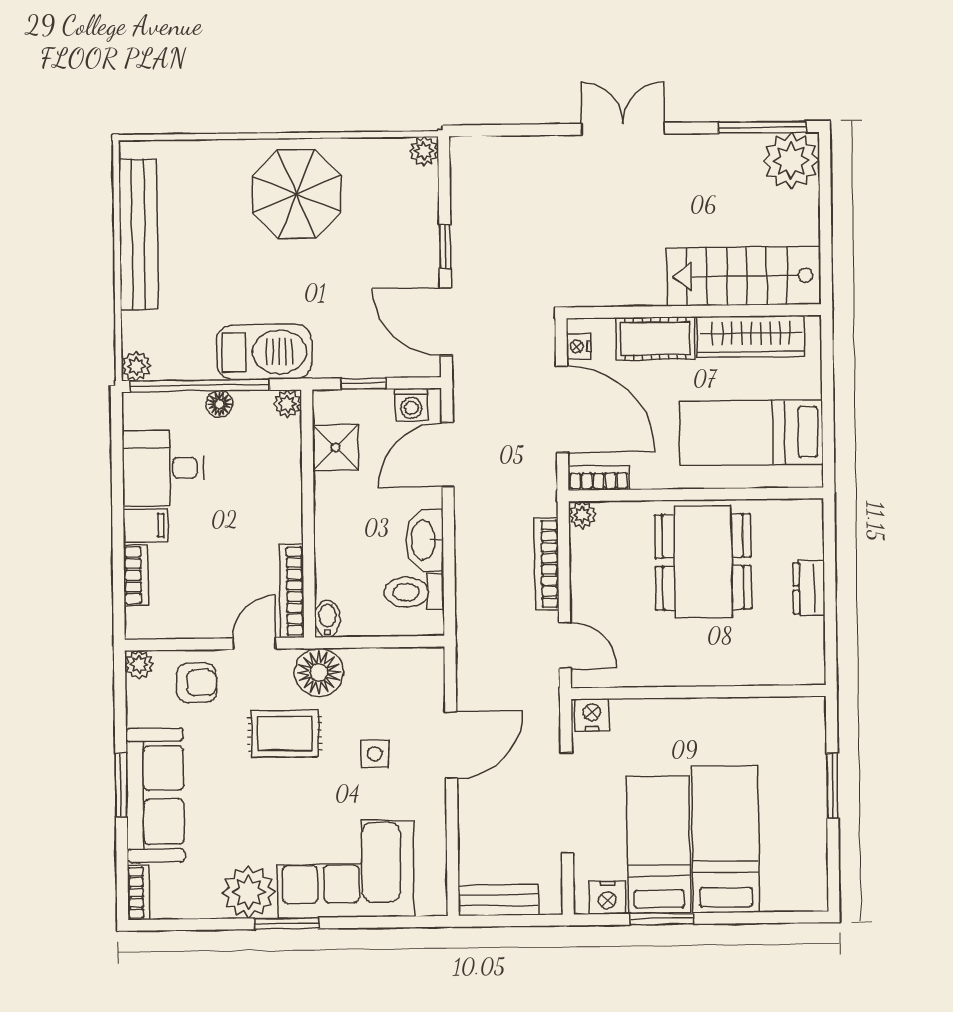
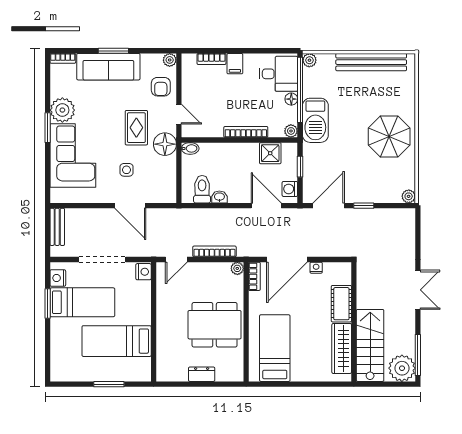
stairs: (744, 276) -> (370, 345), moved
wall: (694, 311) -> (354, 322), moved
wardrobe: (751, 337) -> (342, 348), moved
cot: (655, 338) -> (341, 304), moved
desk: (163, 468) -> (278, 74), moved, turned 90
washbasin: (424, 540) -> (219, 197), width x0.52, depth x0.69
bookcase: (292, 591) -> (246, 132), moved
bed: (725, 839) -> (117, 341), moved, turned 180

